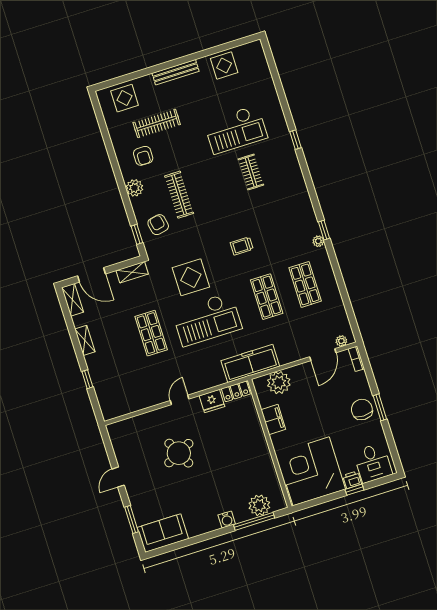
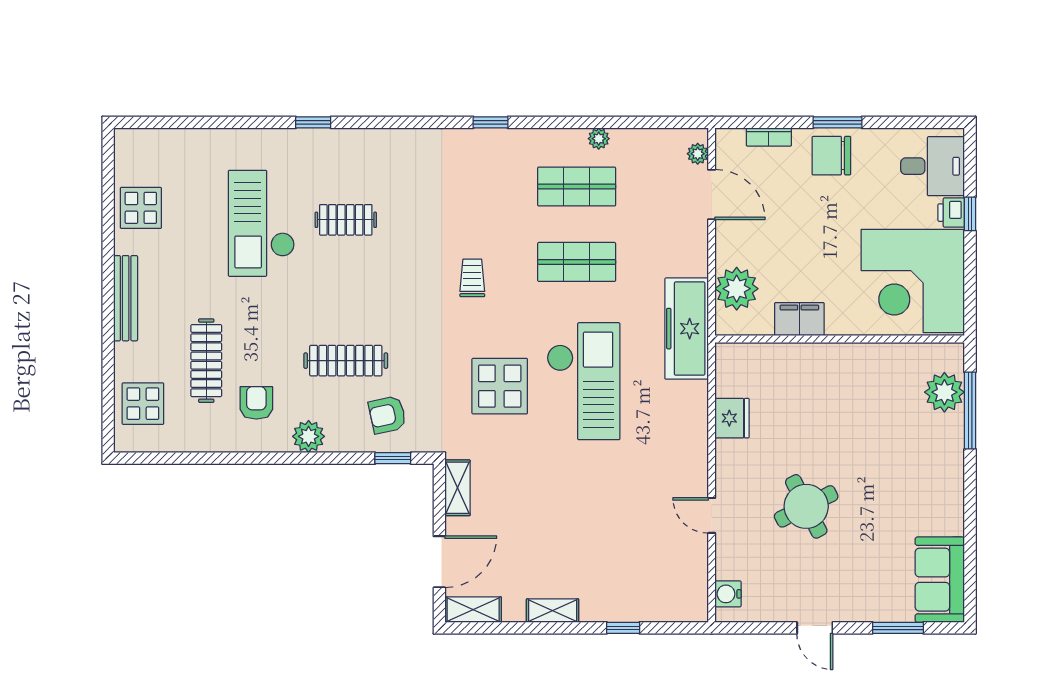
checkout: (236, 129) -> (261, 223), turned 180
armchair: (143, 156) -> (256, 403), turned -90
plant: (318, 241) -> (599, 139), moved
trolley: (242, 246) -> (472, 278), turned 180
shop shelf: (151, 333) -> (577, 488), removed
bookcase: (356, 359) -> (769, 137), moved
locker: (236, 391) -> (728, 370), removed
door: (180, 400) -> (712, 515), moved
water cooler: (227, 519) -> (728, 594), moved, turned 180

